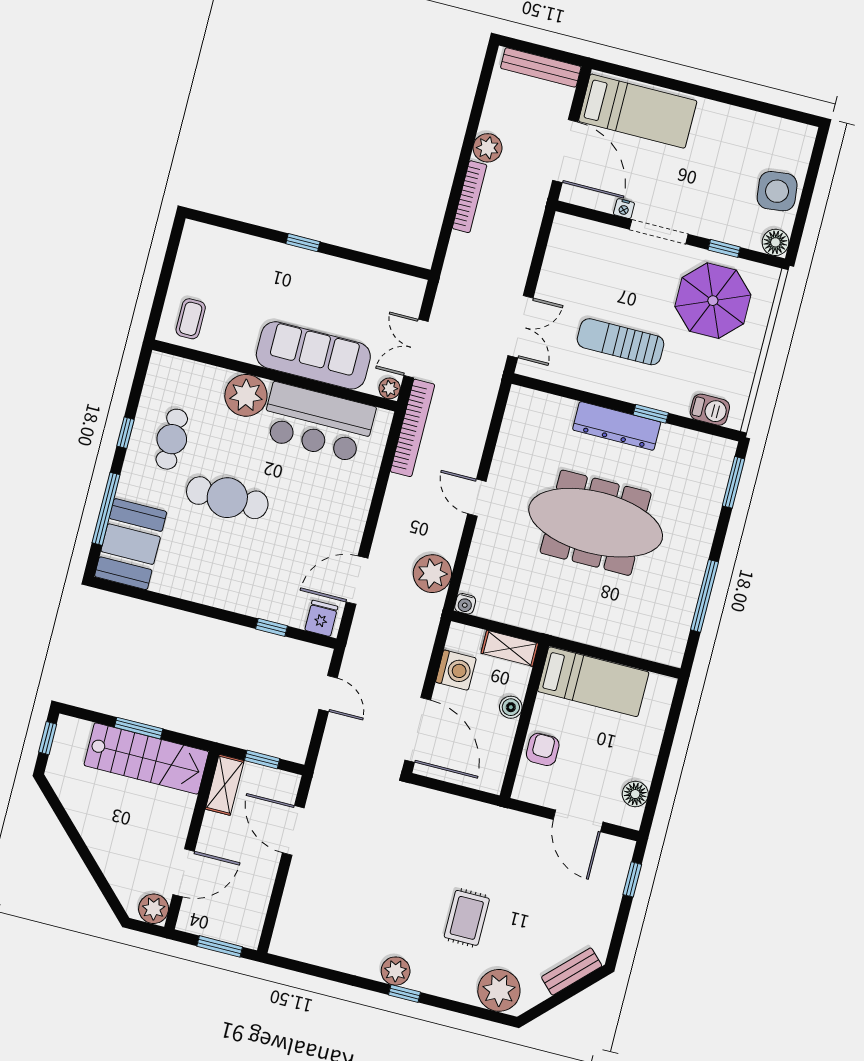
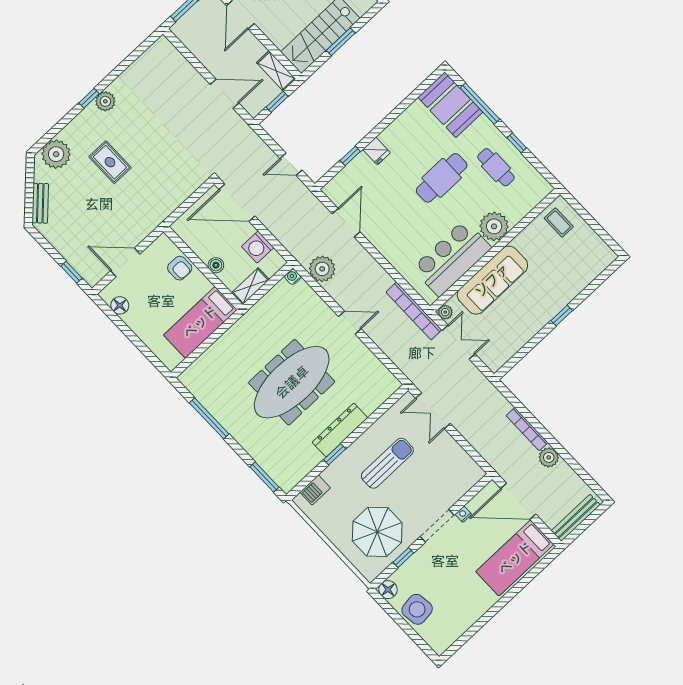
fridge: (321, 618) -> (376, 151), moved

